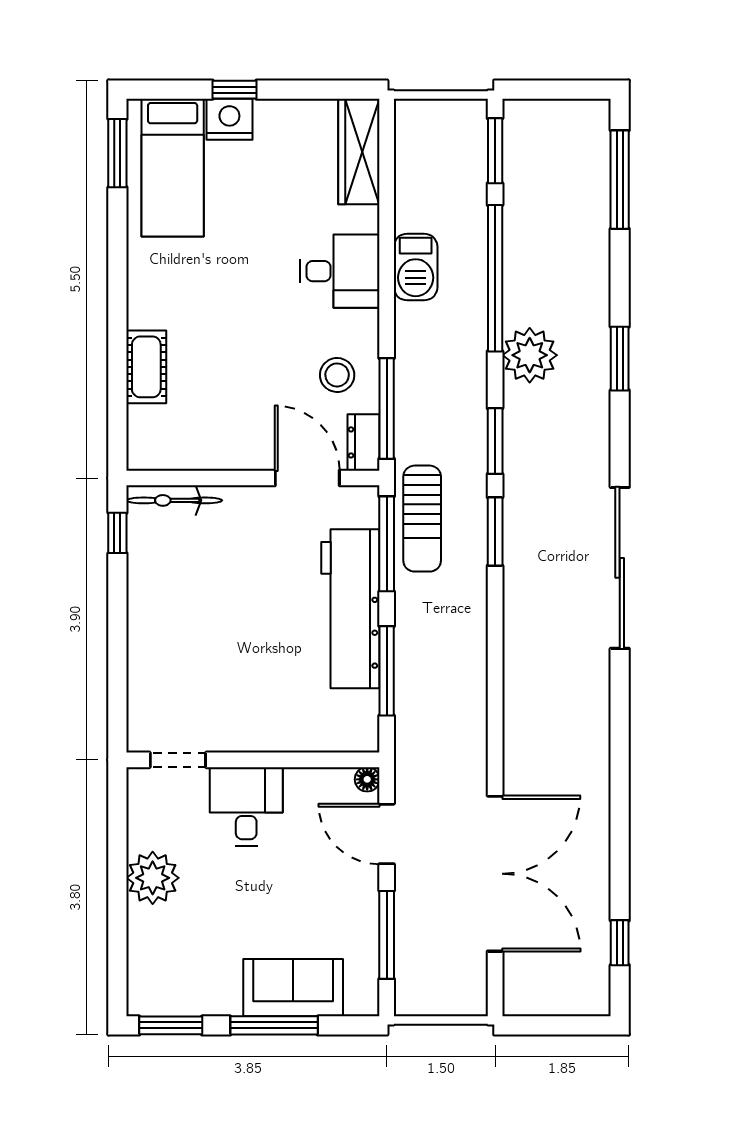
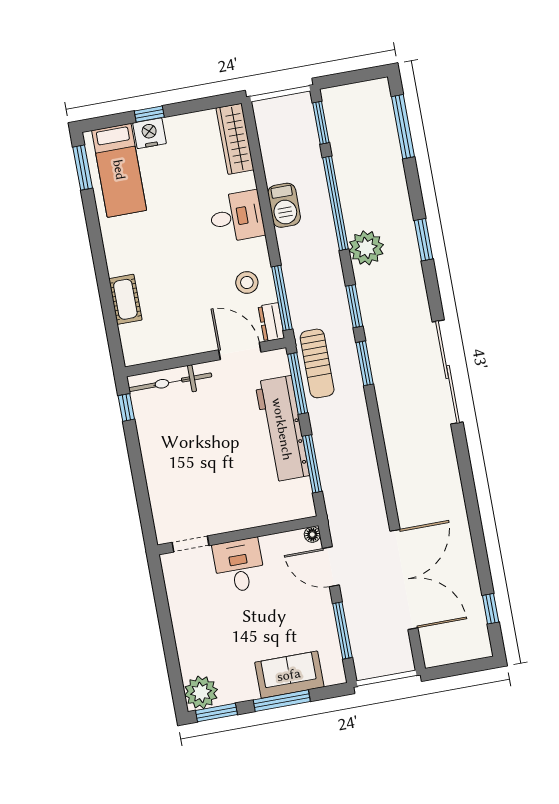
bicycle: (174, 500) -> (170, 382), width x1.37, depth x1.40
plant: (153, 878) -> (201, 692), moved

